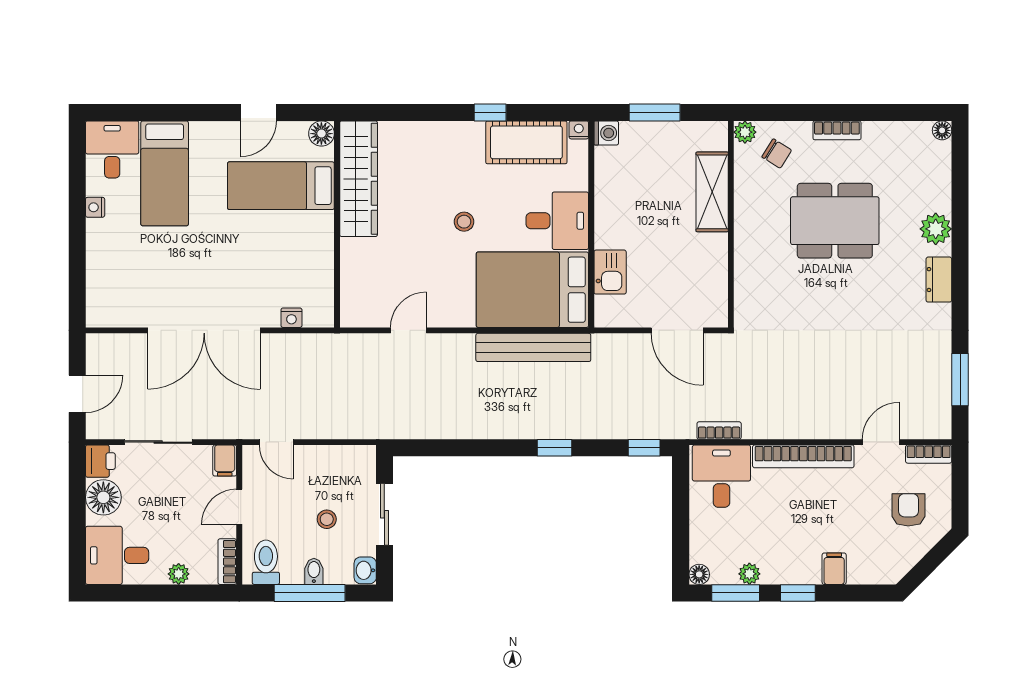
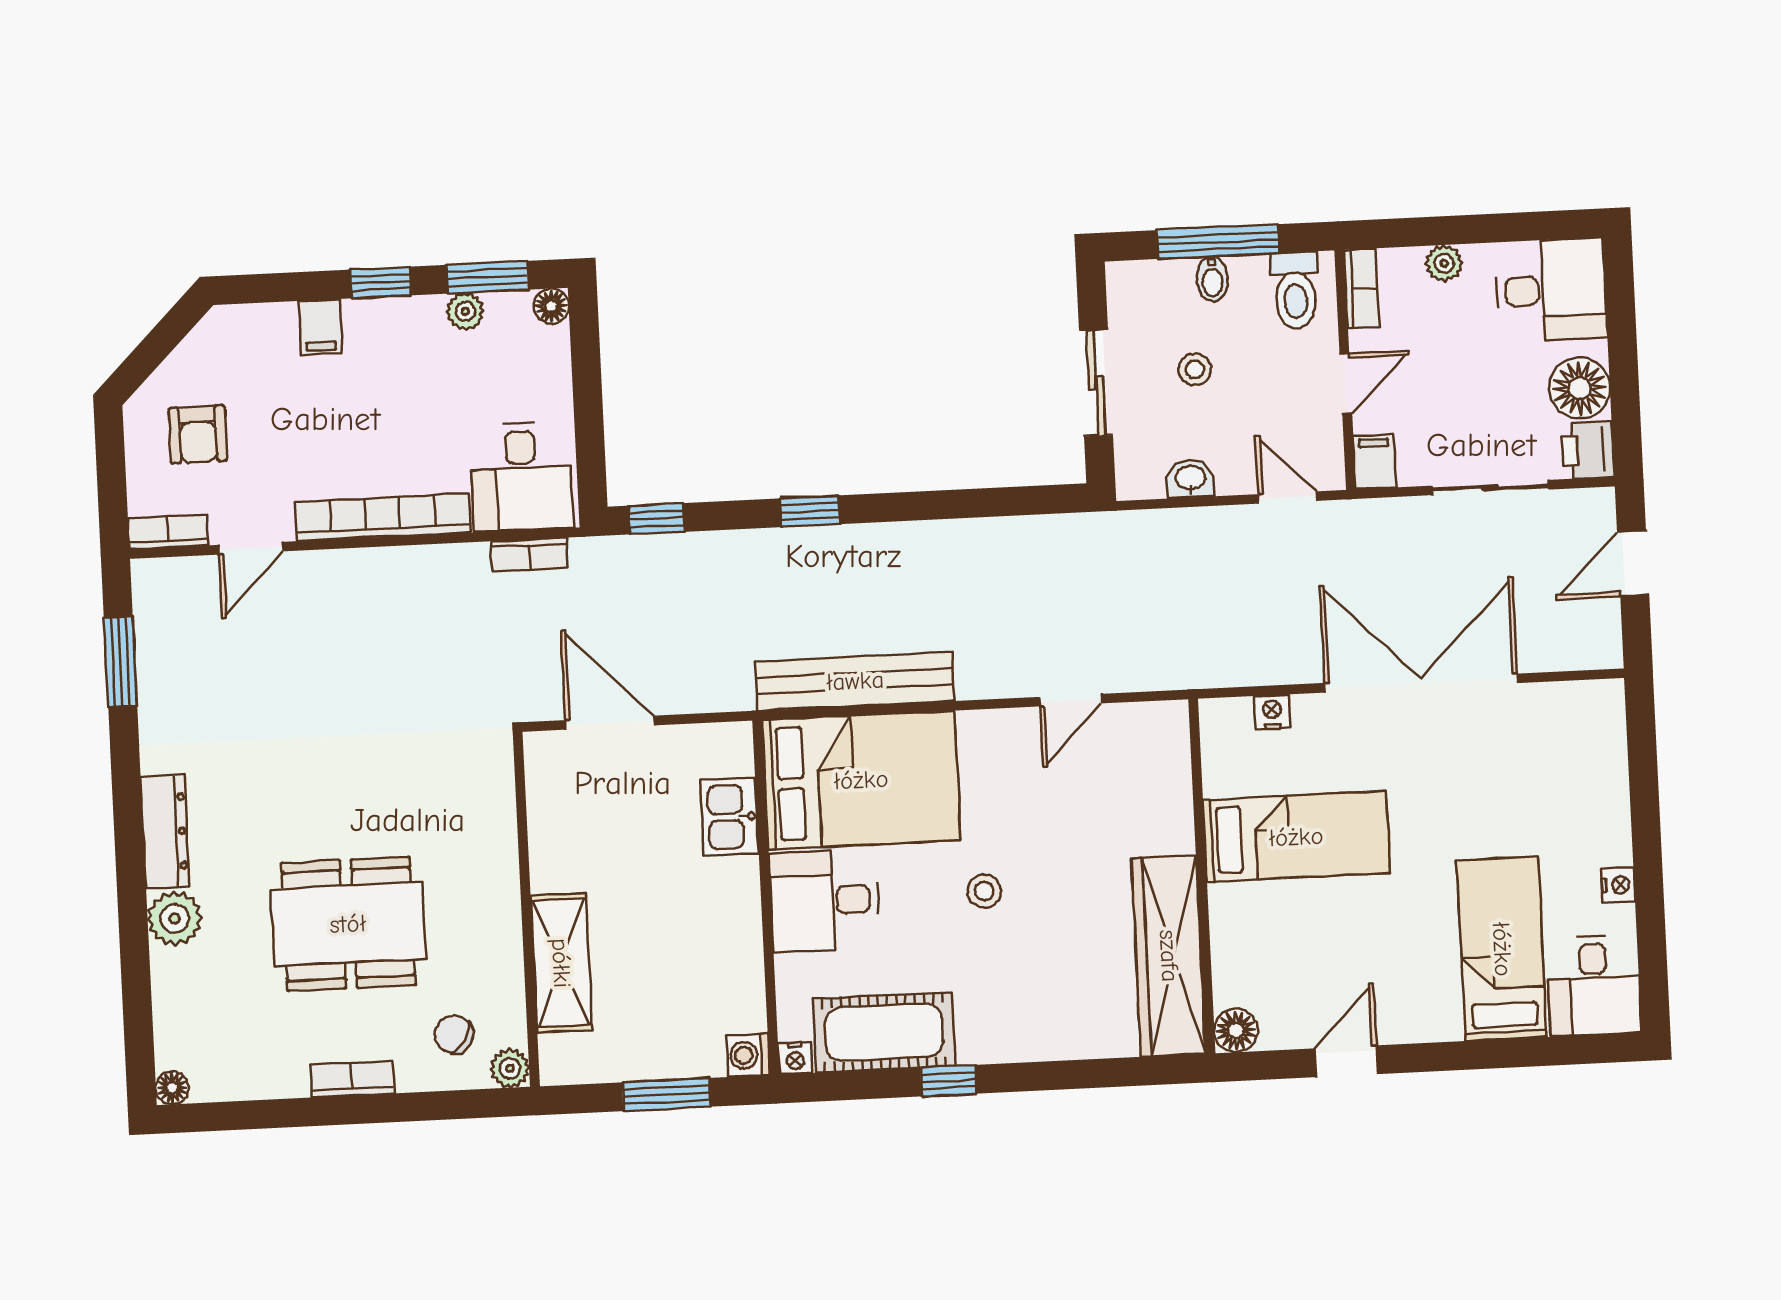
bed: (281, 186) -> (1296, 837), moved
dresser: (939, 280) -> (165, 832), width x1.44
washbasin: (365, 570) -> (1190, 479), moved, turned -90

